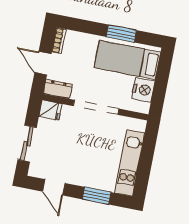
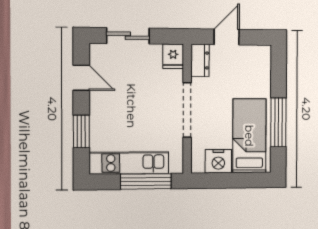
window: (121, 34) -> (278, 122), width x1.44
bookcase: (59, 41) -> (256, 51), removed
window: (147, 152) -> (146, 181), added
door: (54, 187) -> (81, 78), swing flipped

